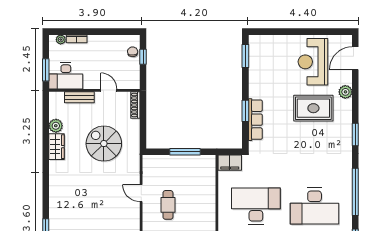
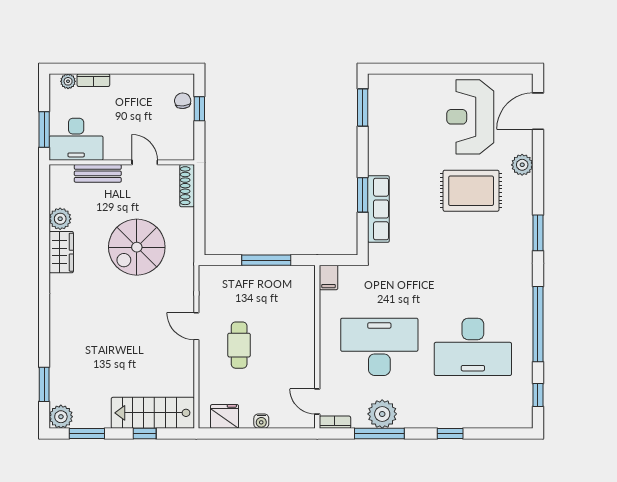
spiral stairs: (104, 144) -> (137, 247), turned -90
filing cabinet: (230, 163) -> (328, 278), width x0.50

